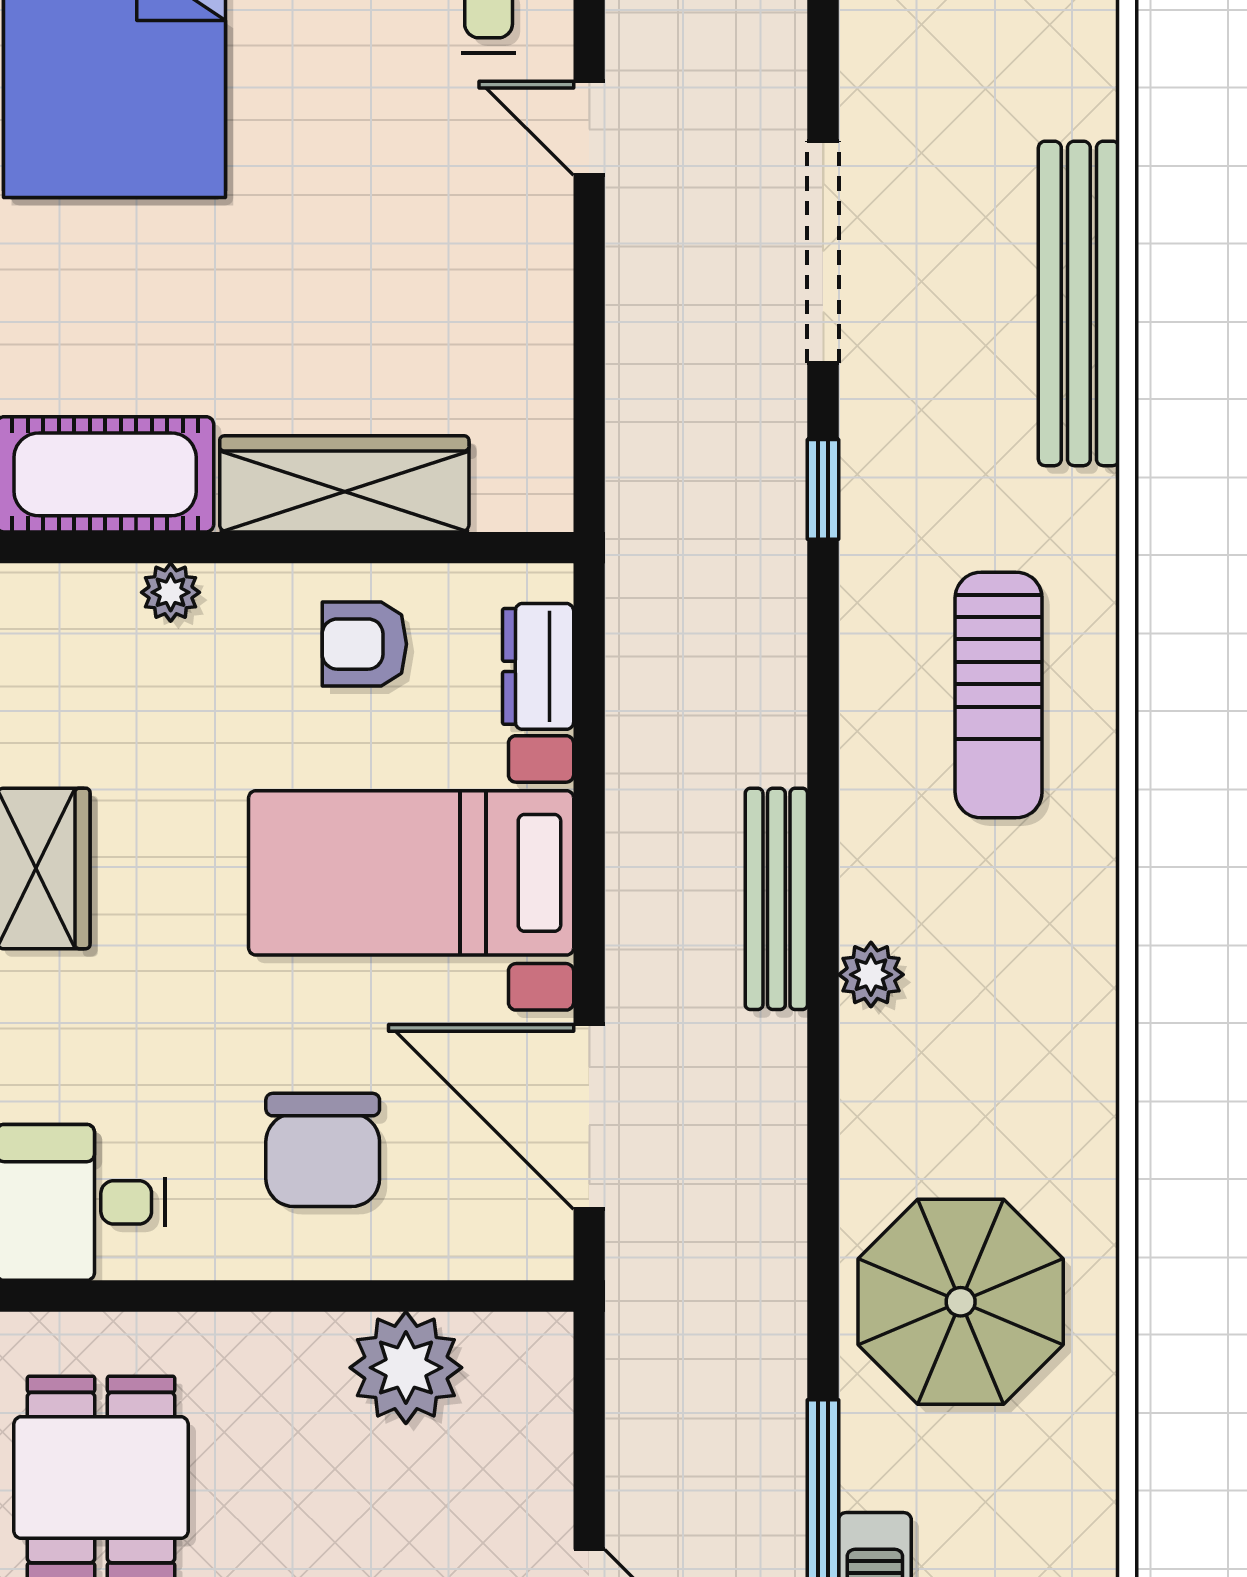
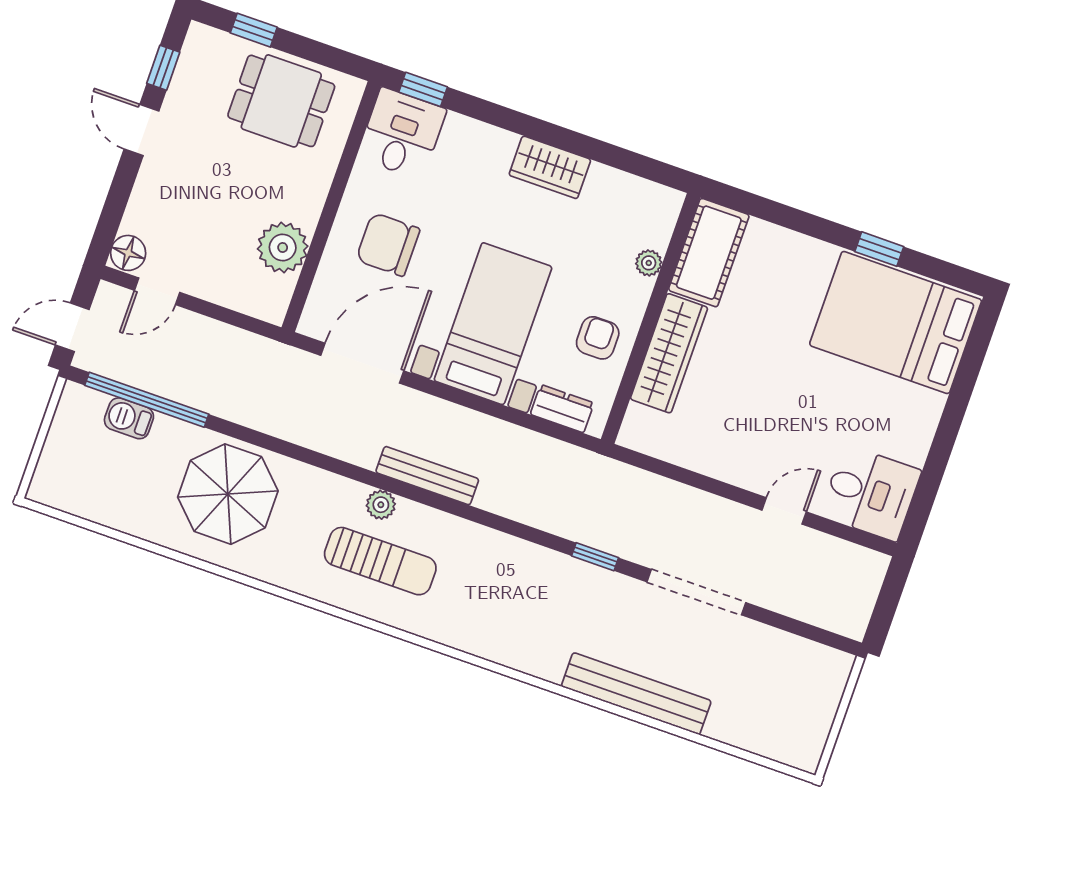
sun lounger: (999, 695) -> (380, 561), moved, turned 180

